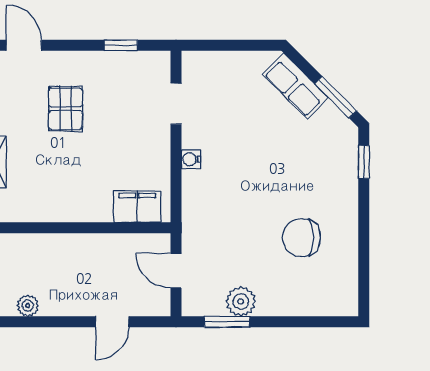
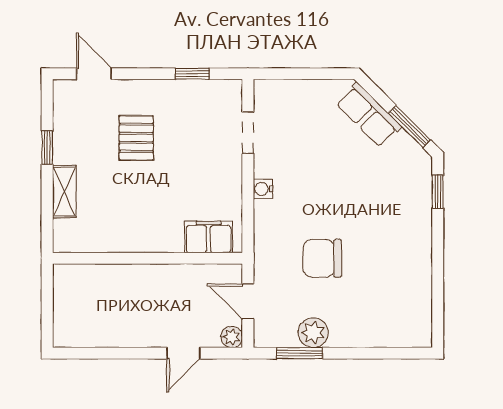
chair: (301, 238) -> (322, 258), moved
plant: (28, 306) -> (232, 337), moved

